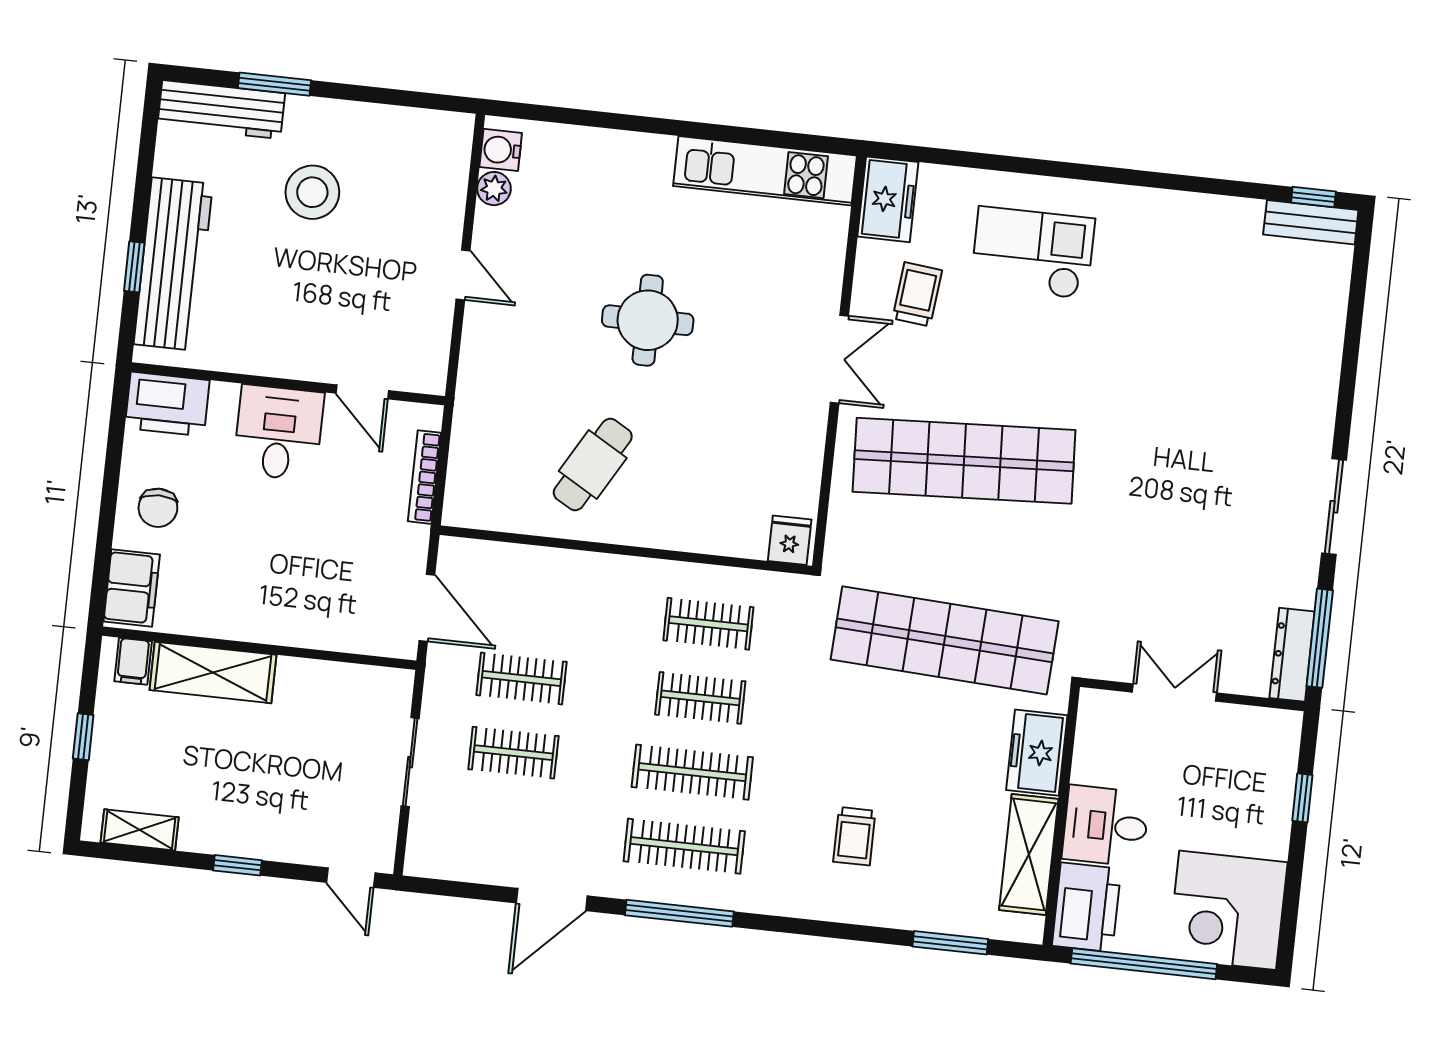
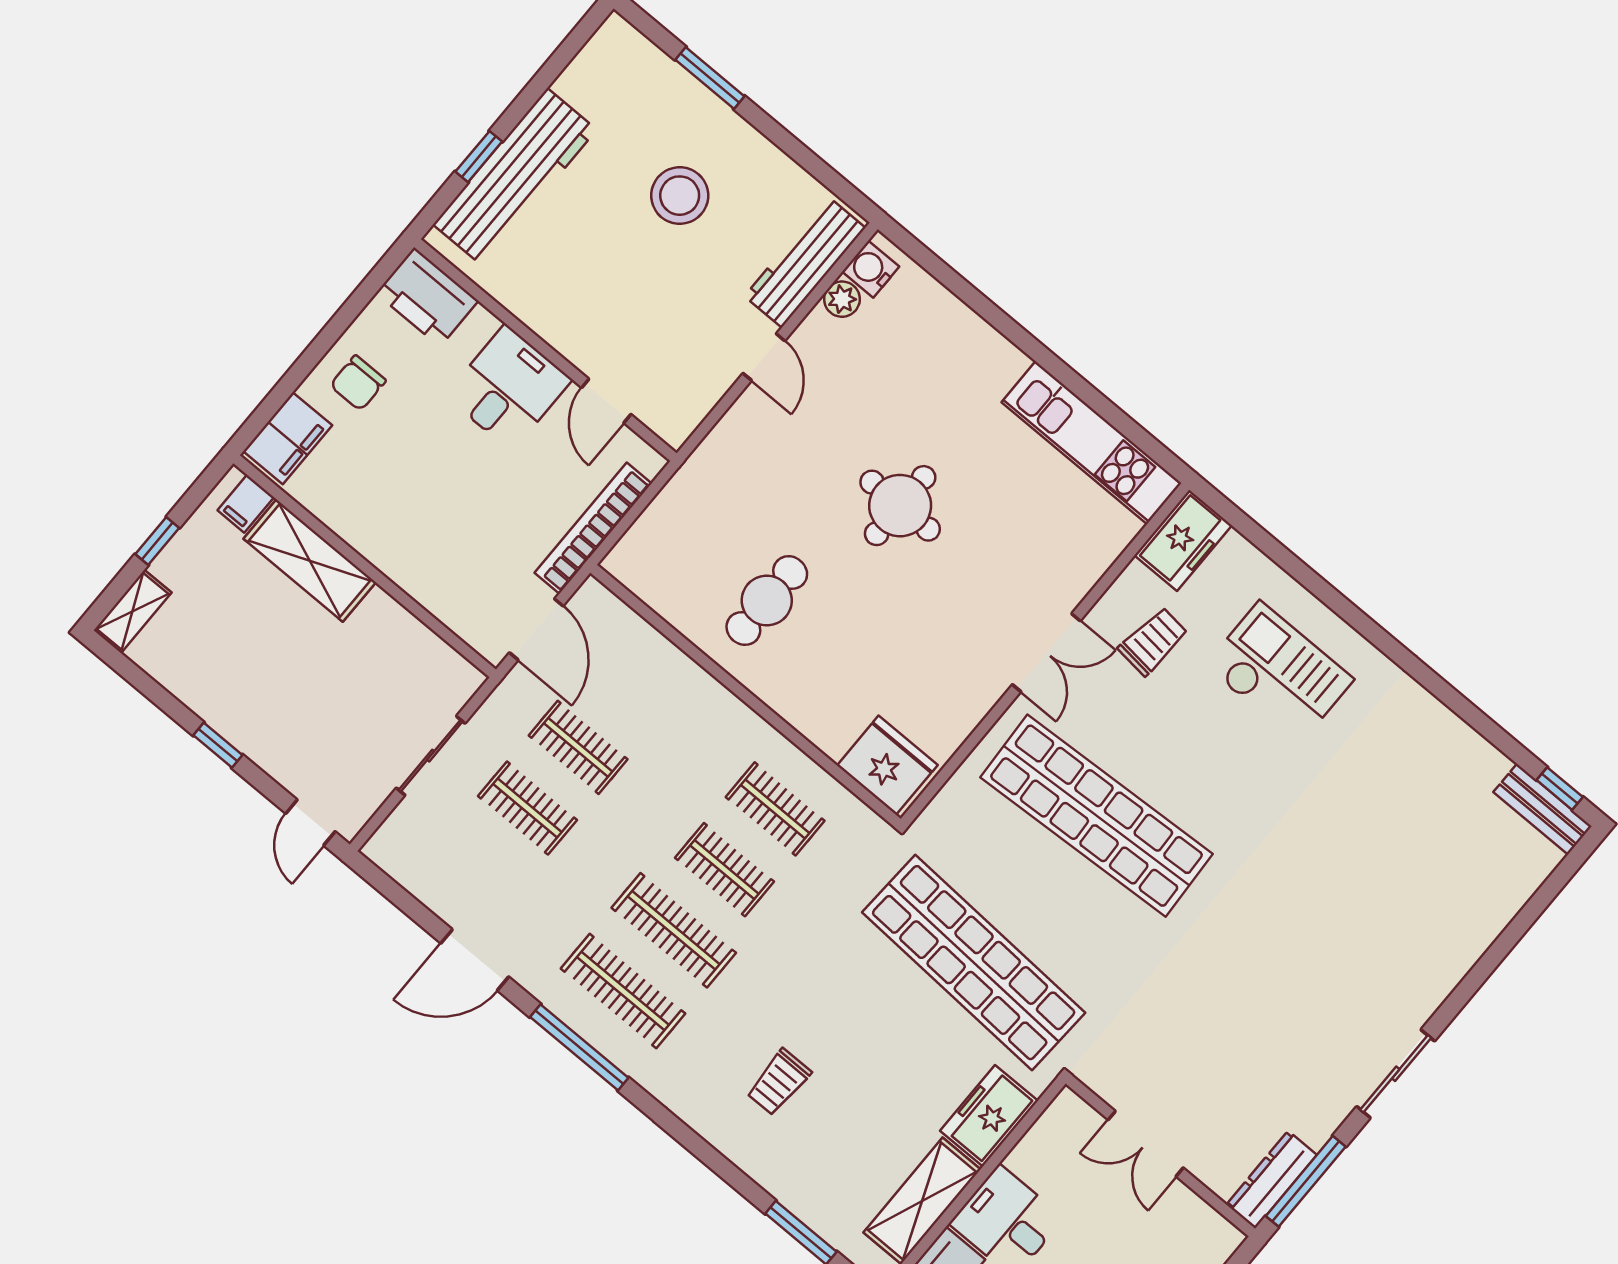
workbench: (221, 110) -> (805, 262), moved, turned 90
cafe table: (593, 464) -> (767, 601), turned -30
bookcase: (425, 477) -> (593, 528), width x1.48, depth x1.31
fridge: (790, 540) -> (887, 765), width x1.88, depth x1.34
double door: (1174, 693) -> (1146, 1144), swing flipped
shelving: (140, 830) -> (132, 611), moved, turned 90

